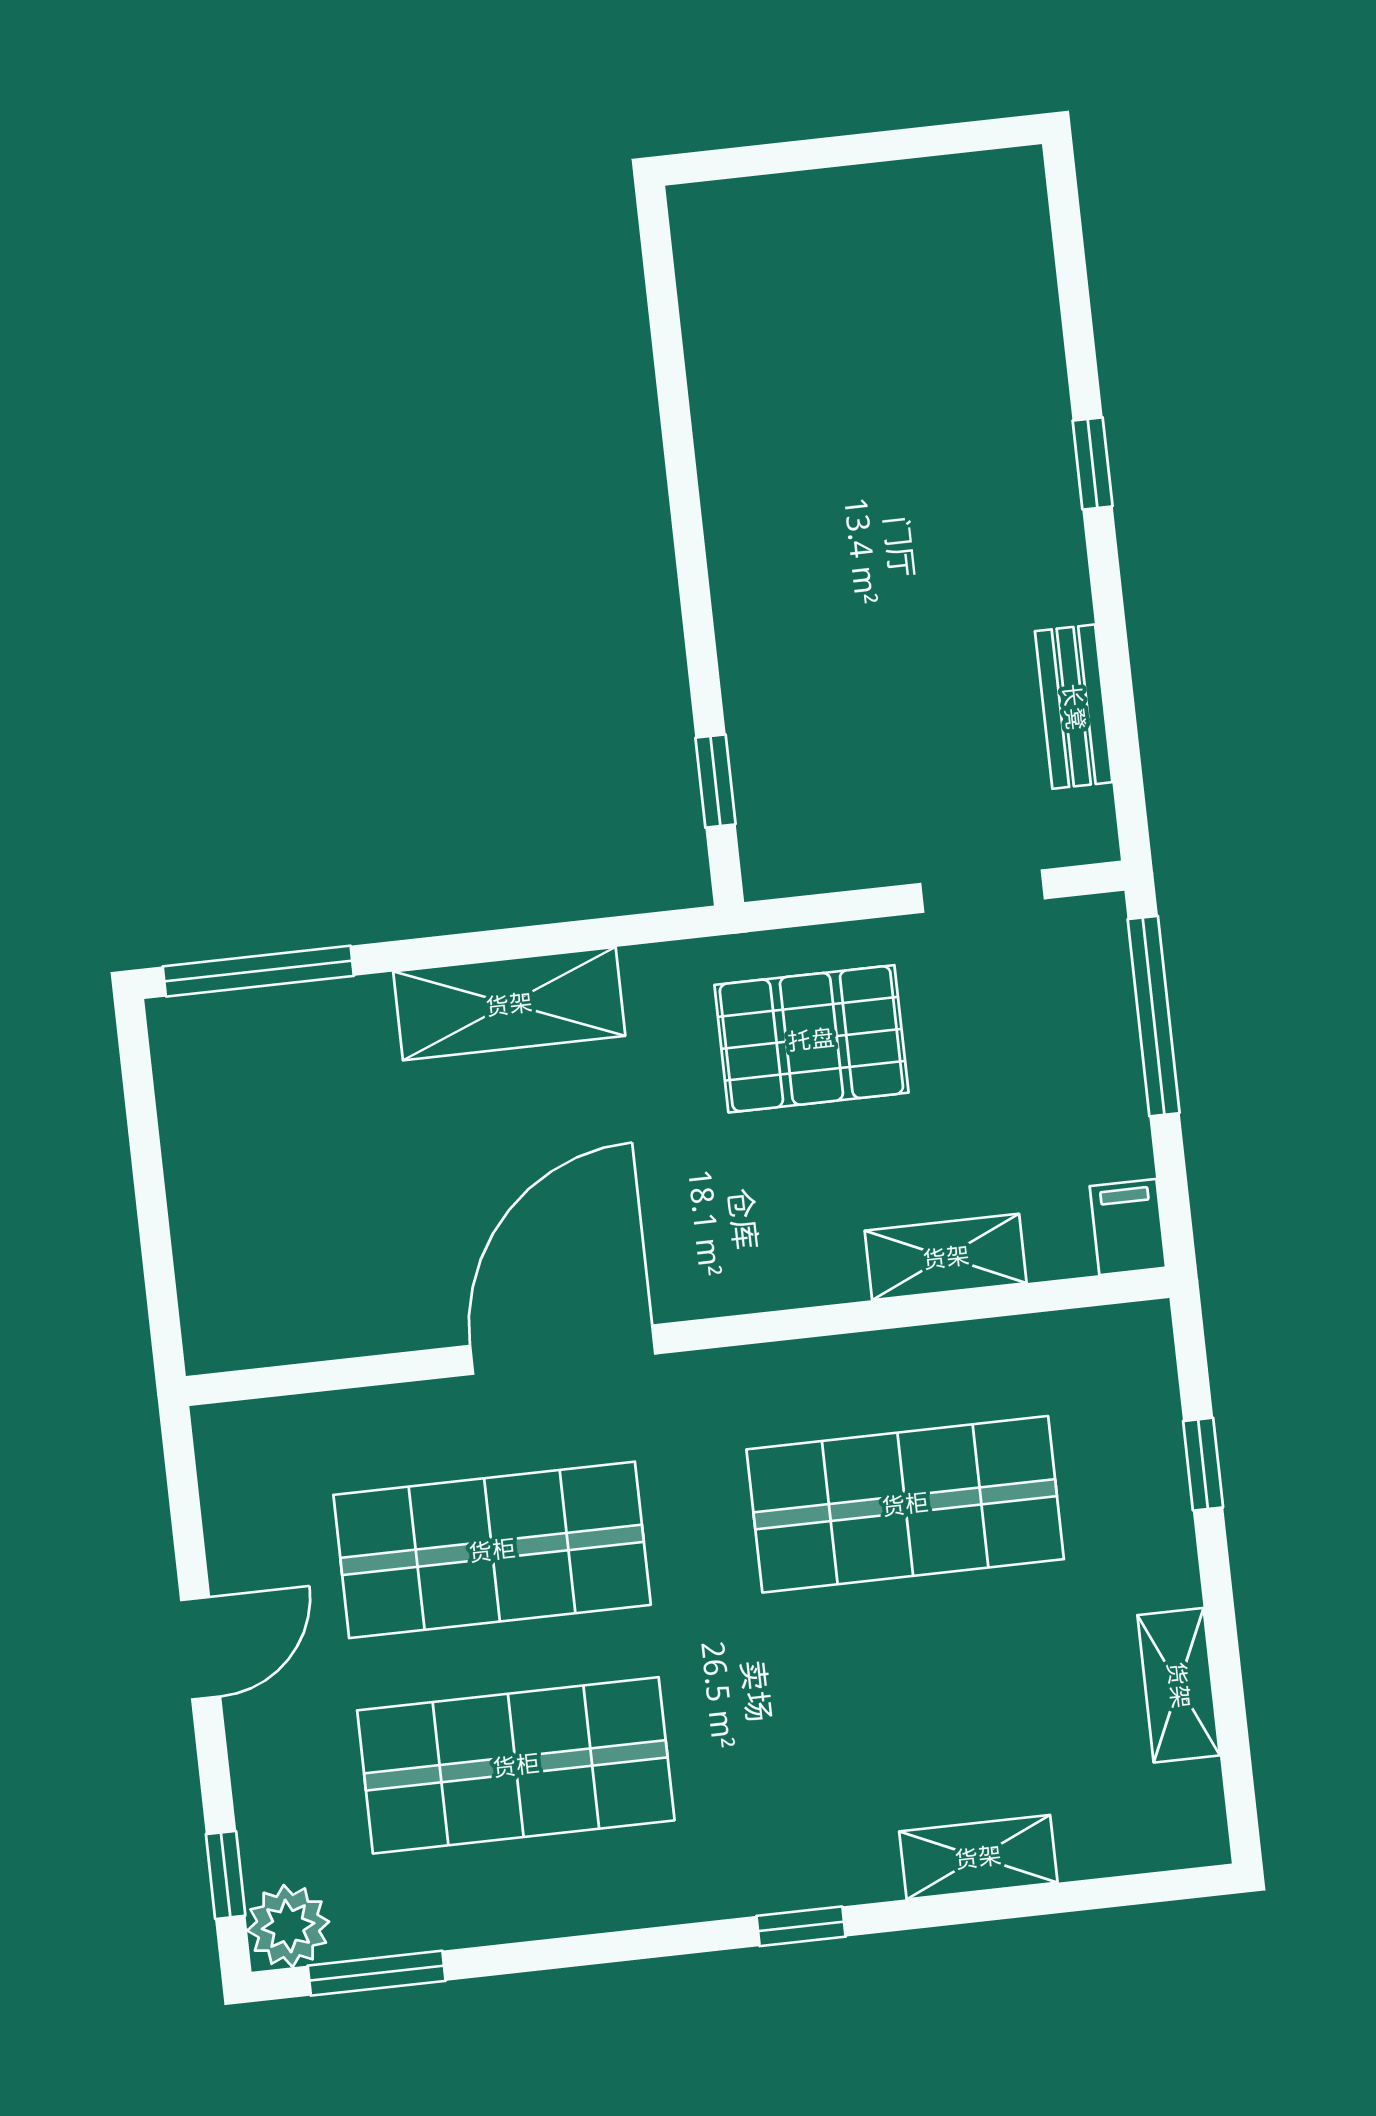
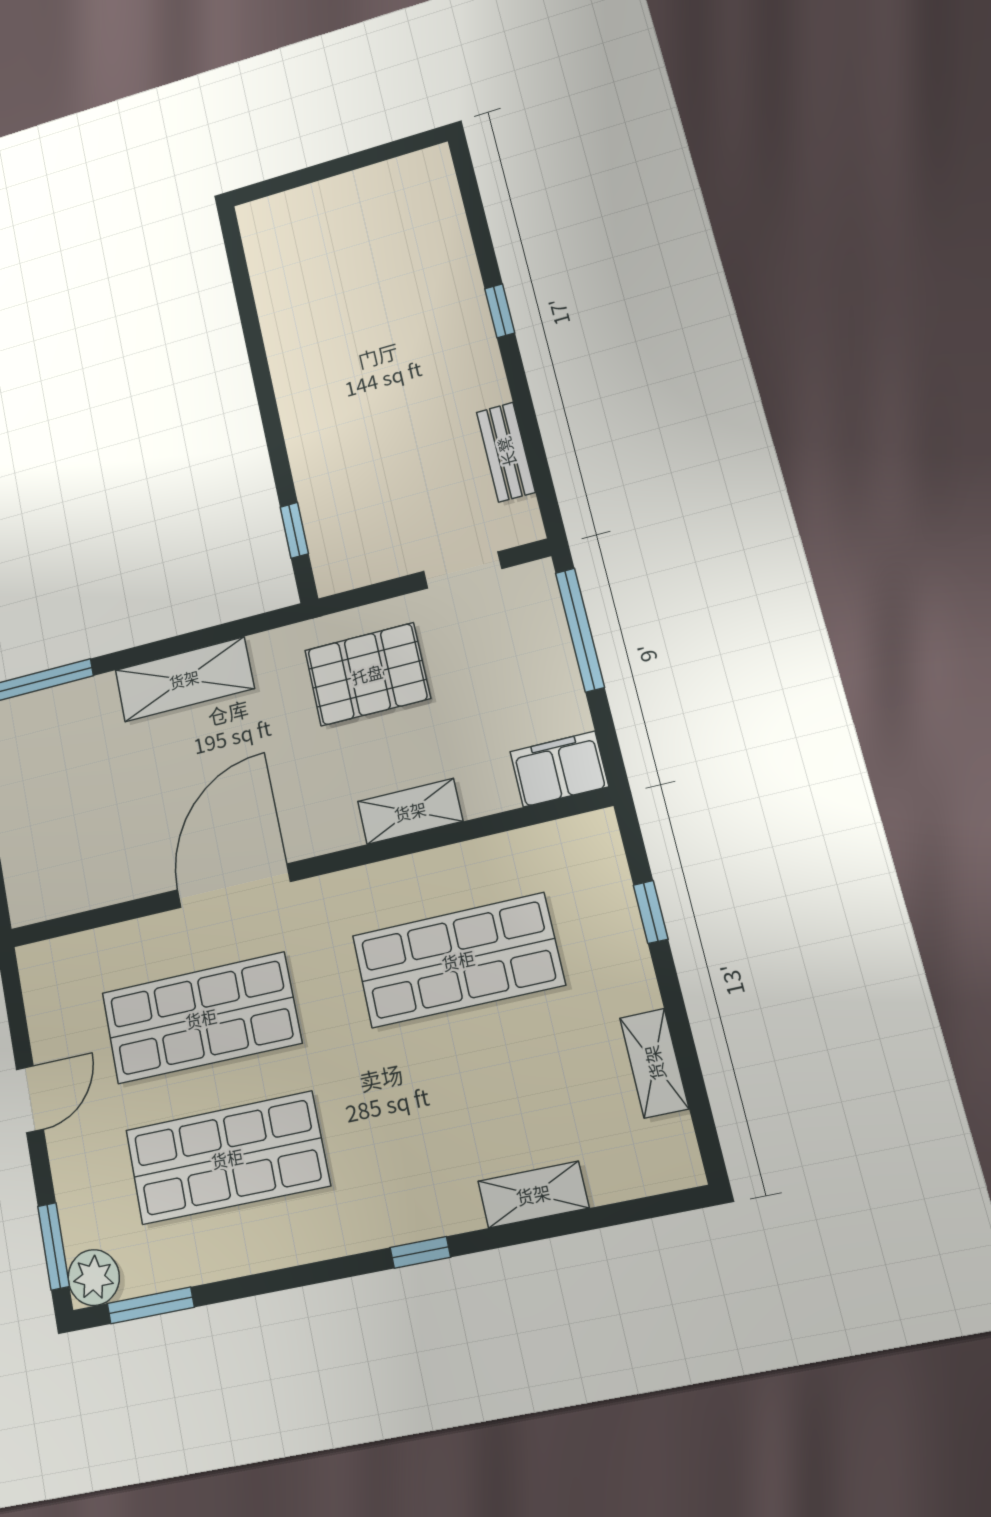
filing cabinet: (1128, 1227) -> (559, 769), width x2.00
shelving: (946, 1257) -> (410, 811), moved
window: (226, 1875) -> (54, 1246), width x1.50

